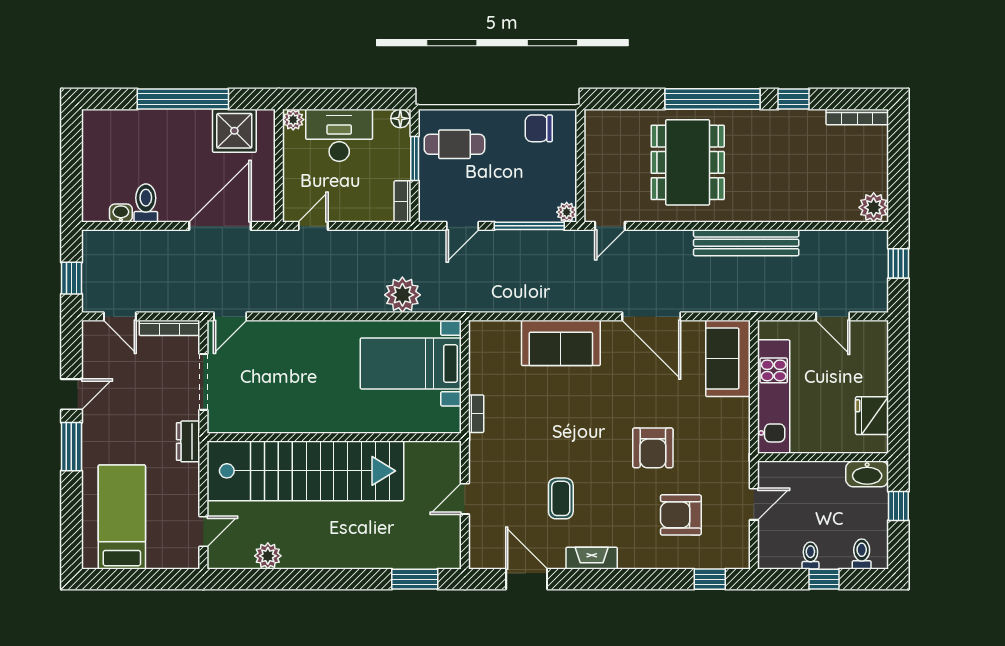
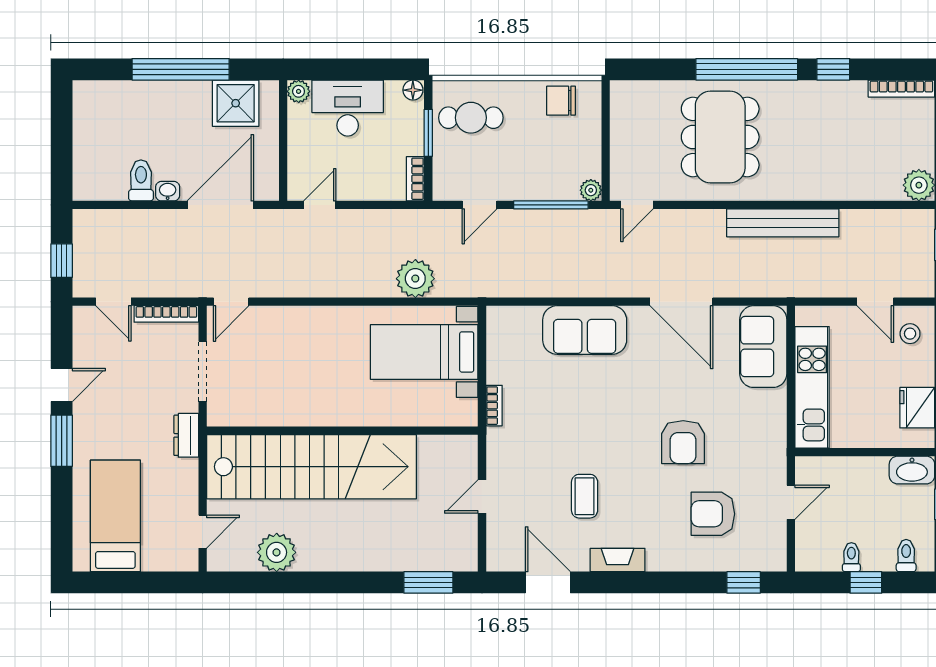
washbasin: (121, 213) -> (168, 191), moved
stool: (865, 346) -> (910, 334), added
plant: (268, 556) -> (277, 552), width x1.36, depth x1.36

